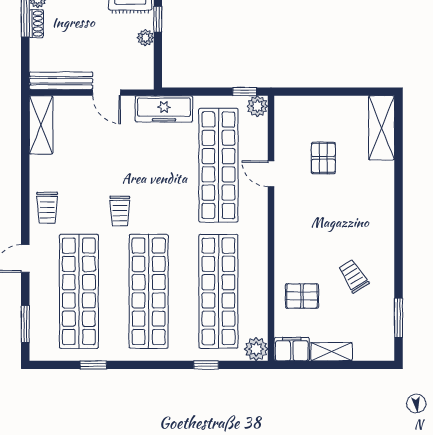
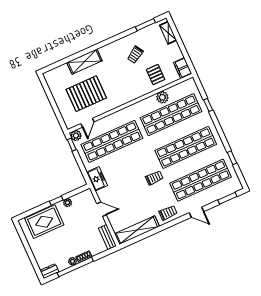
bench: (61, 81) -> (107, 237), width x0.73
door: (107, 93) -> (102, 209), hinge flipped
freezer: (164, 109) -> (97, 179), width x0.71
shelving: (41, 125) -> (137, 230), width x1.47
shelving: (382, 128) -> (84, 62), moved
pallet: (323, 158) -> (86, 94), width x2.05, depth x2.00
door: (271, 174) -> (87, 123), moved
plant: (256, 349) -> (162, 97), moved
shelving: (332, 352) -> (168, 33), moved

